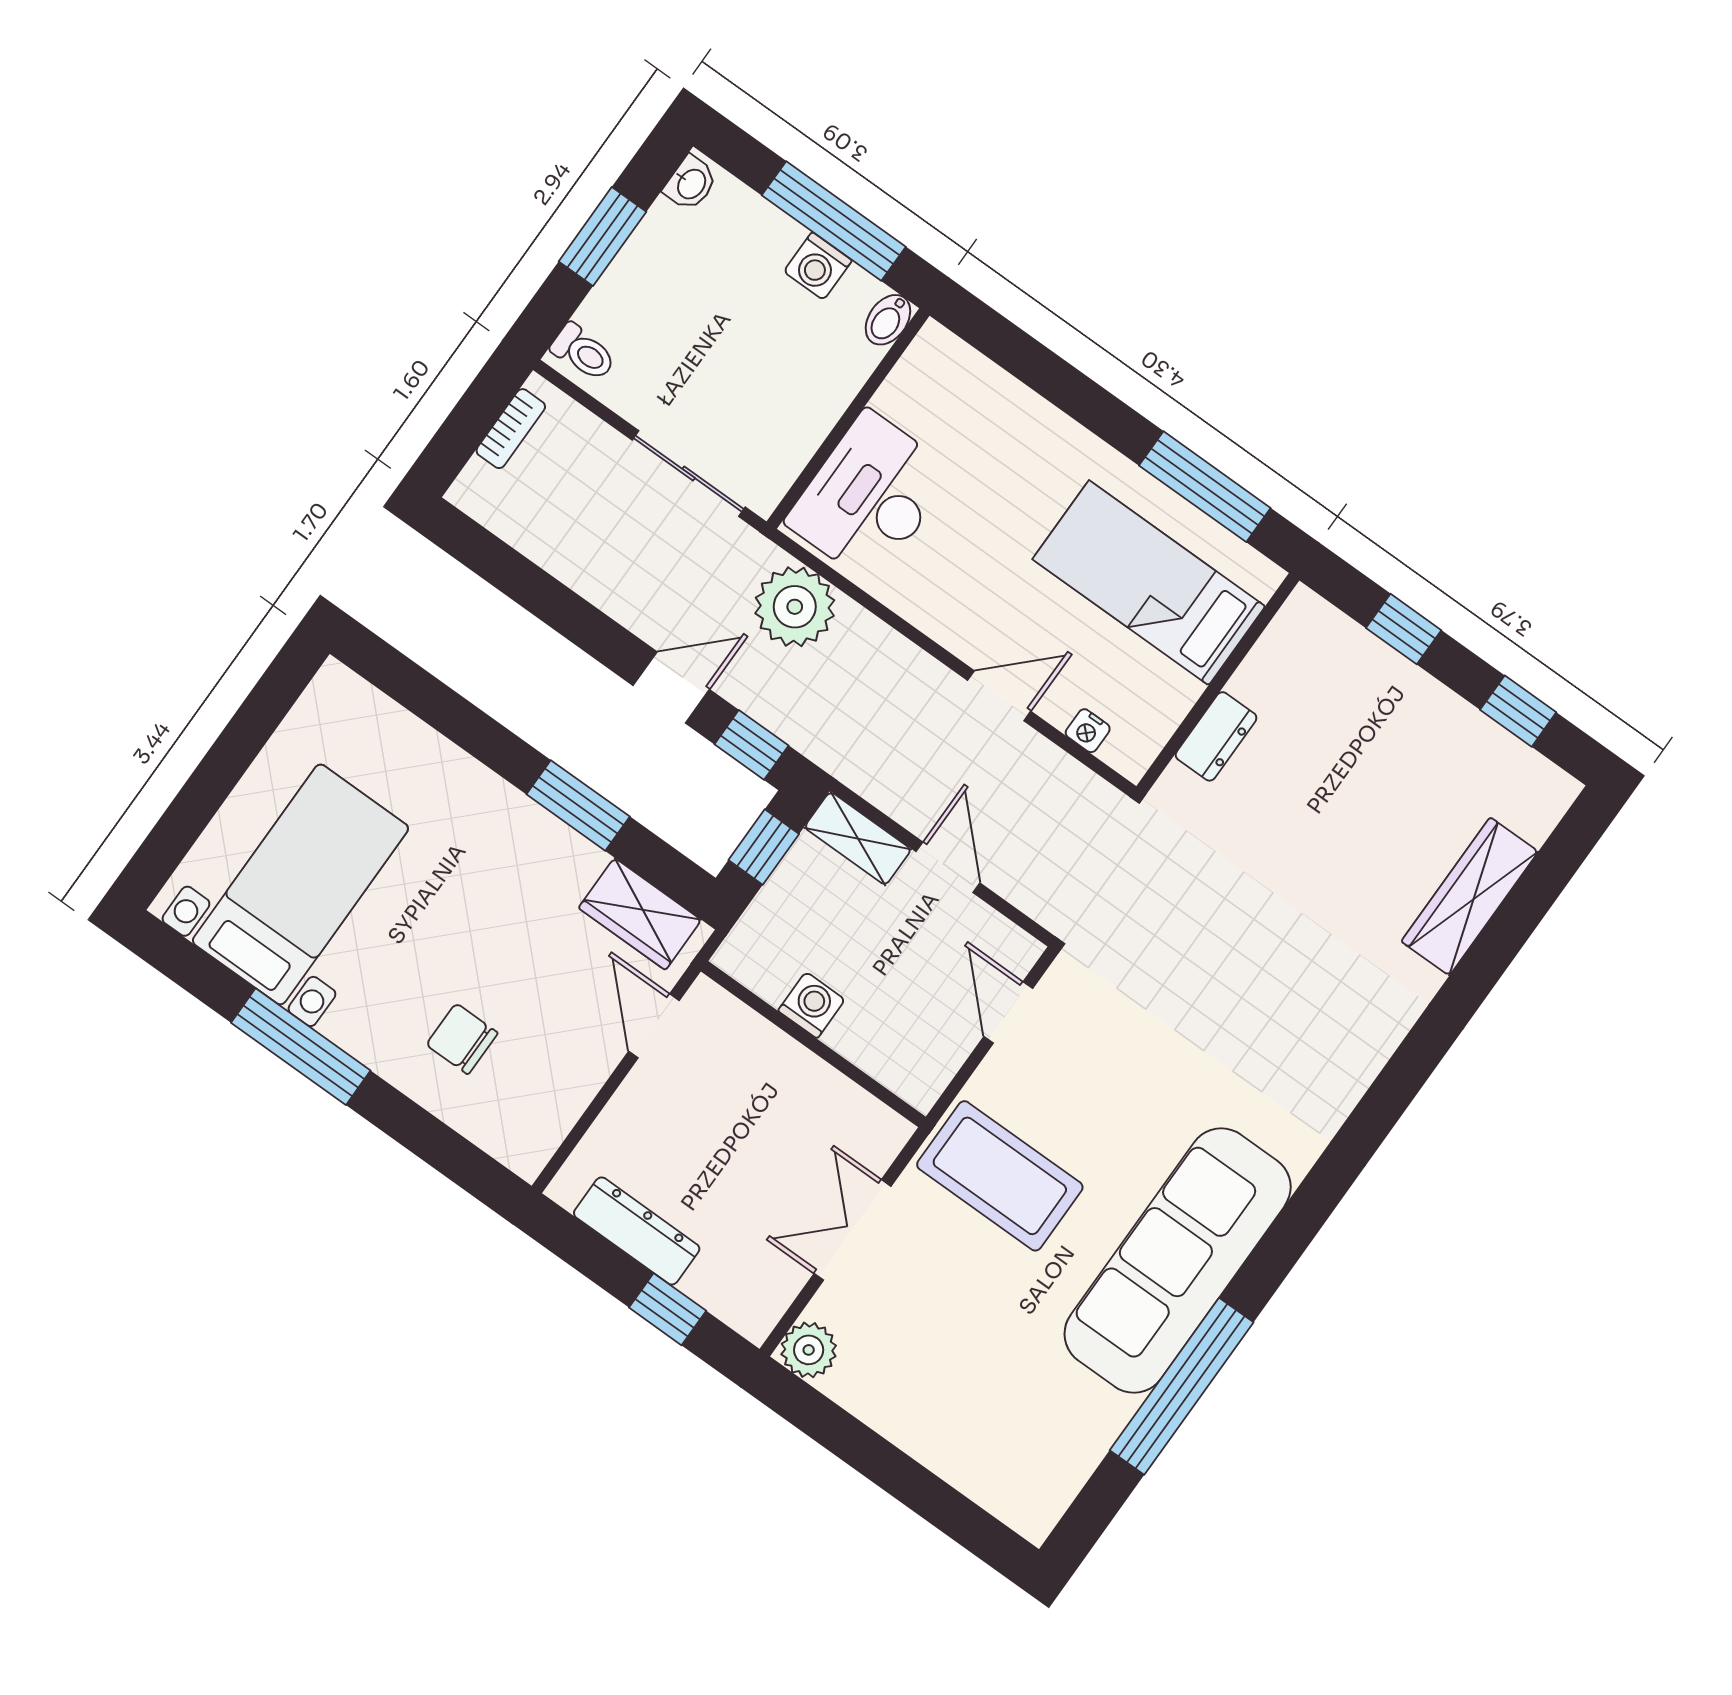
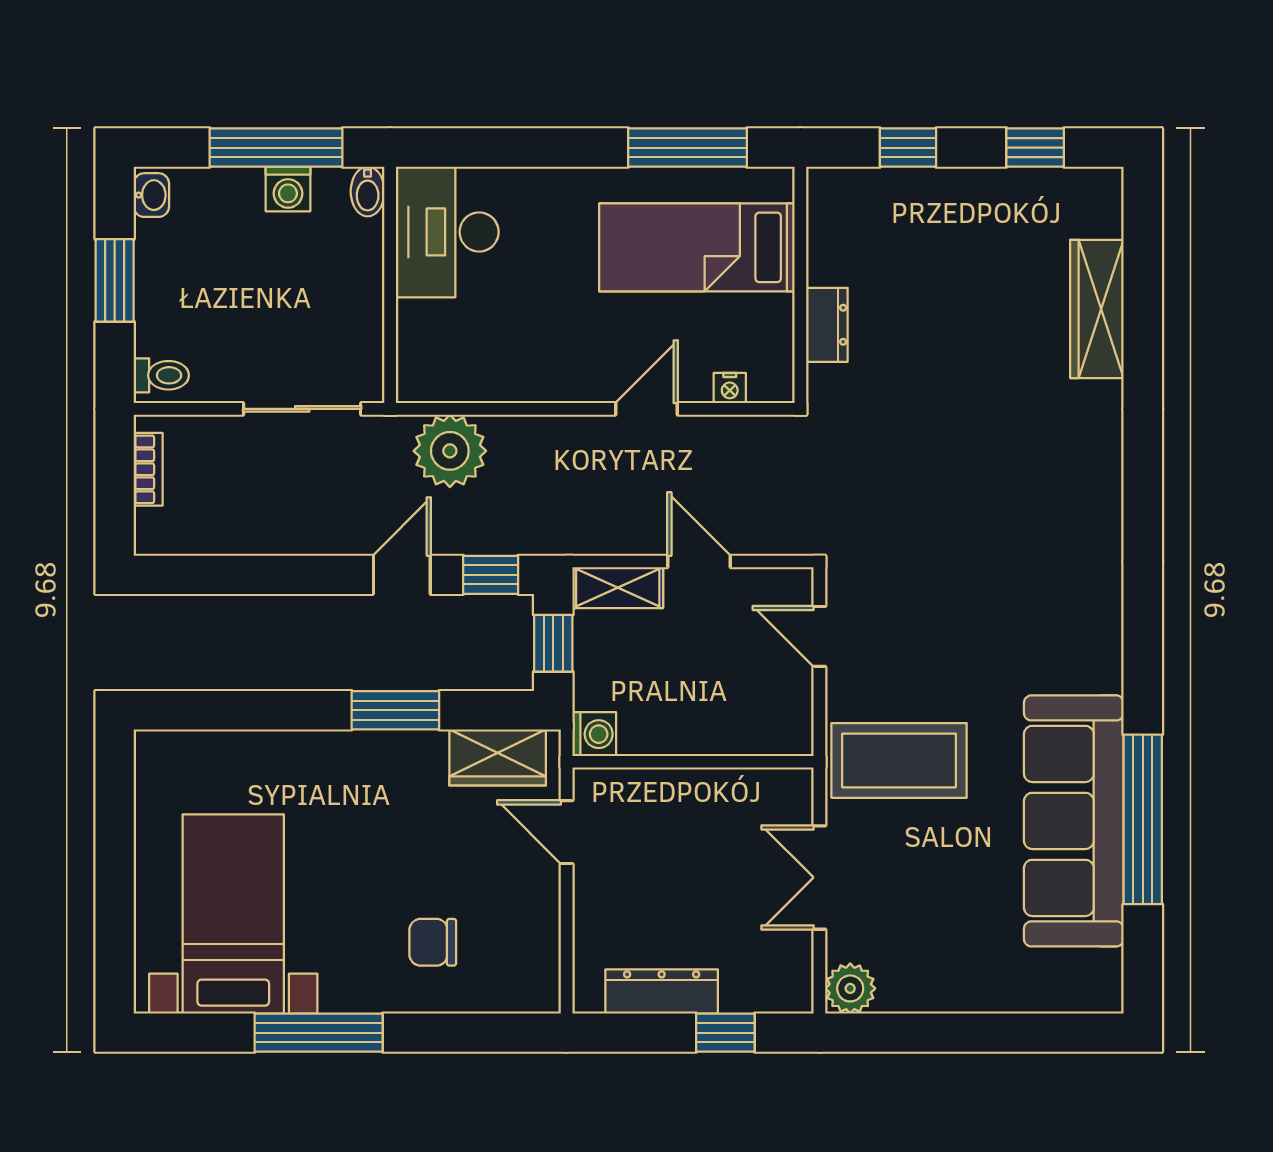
desk: (870, 497) -> (447, 232), moved
washing machine: (811, 1005) -> (594, 734), moved, turned 90
sofa: (1178, 1261) -> (1074, 821), moved

